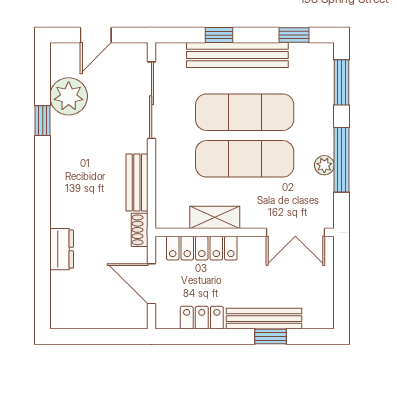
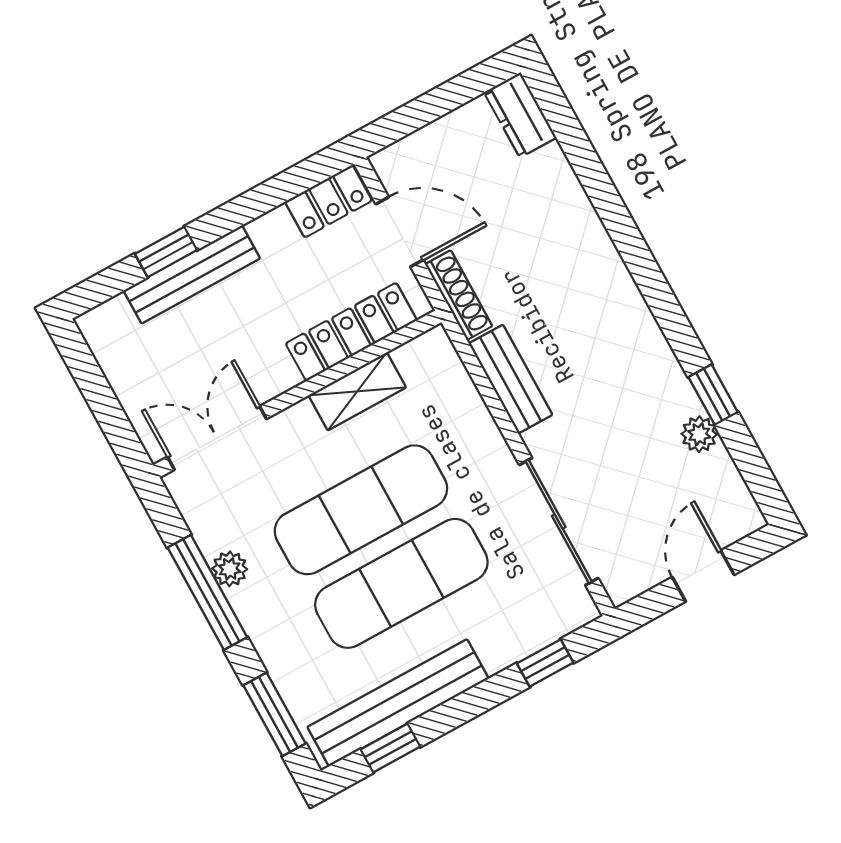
window: (219, 35) -> (545, 663), moved
bench: (237, 55) -> (398, 703), moved
plant: (69, 96) -> (699, 434), width x0.53, depth x0.53
shoe rack: (140, 230) -> (459, 295), width x1.43
dresser: (62, 249) -> (520, 115), moved
locker: (202, 318) -> (329, 201), moved

